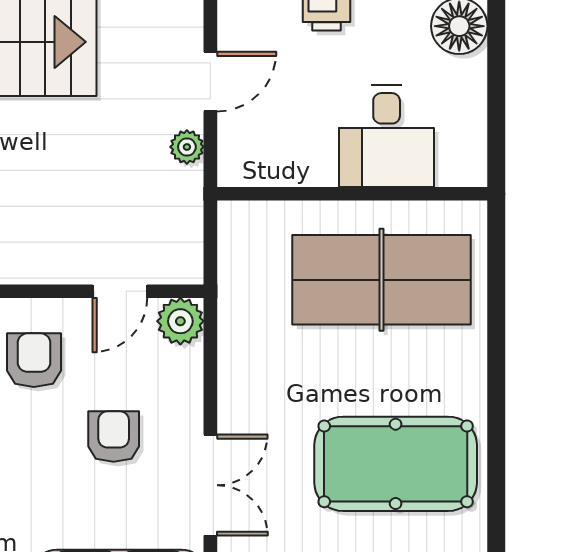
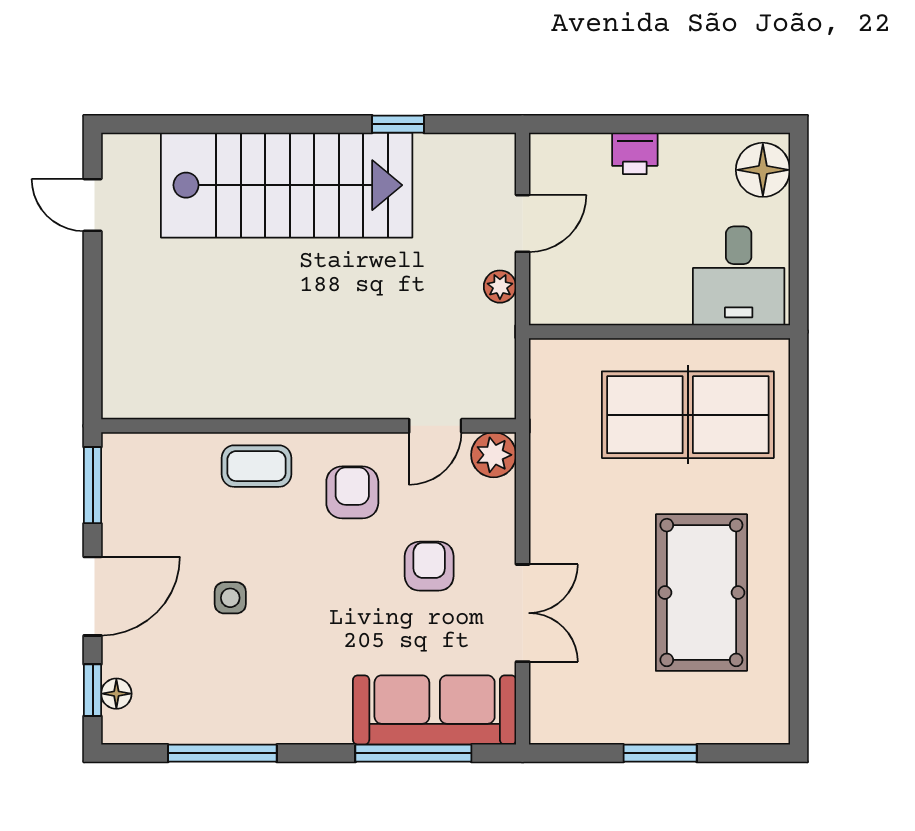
desk: (387, 136) -> (739, 276), moved
pool table: (396, 464) -> (701, 593), turned 90

